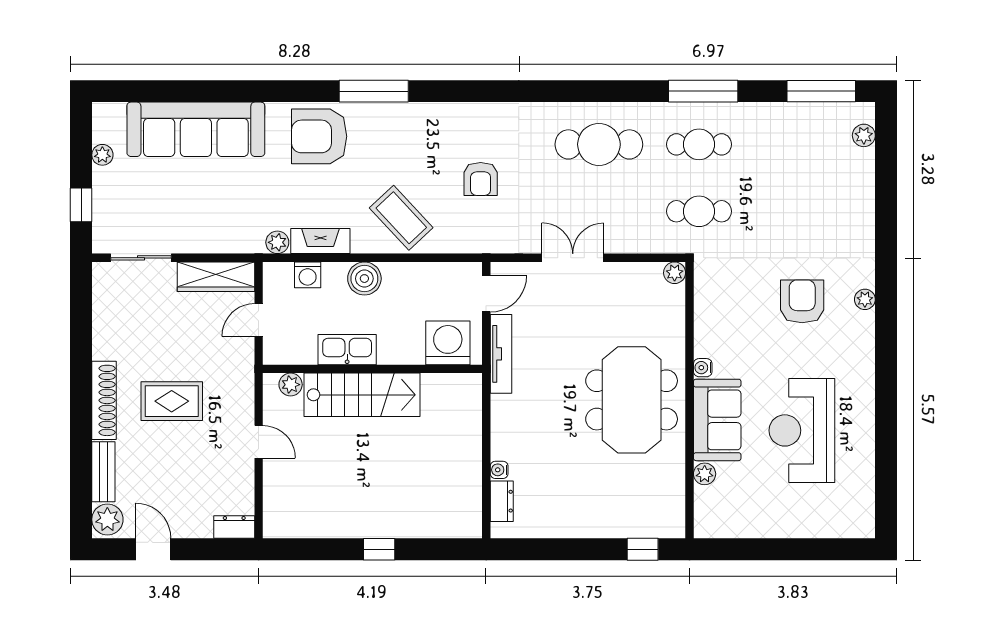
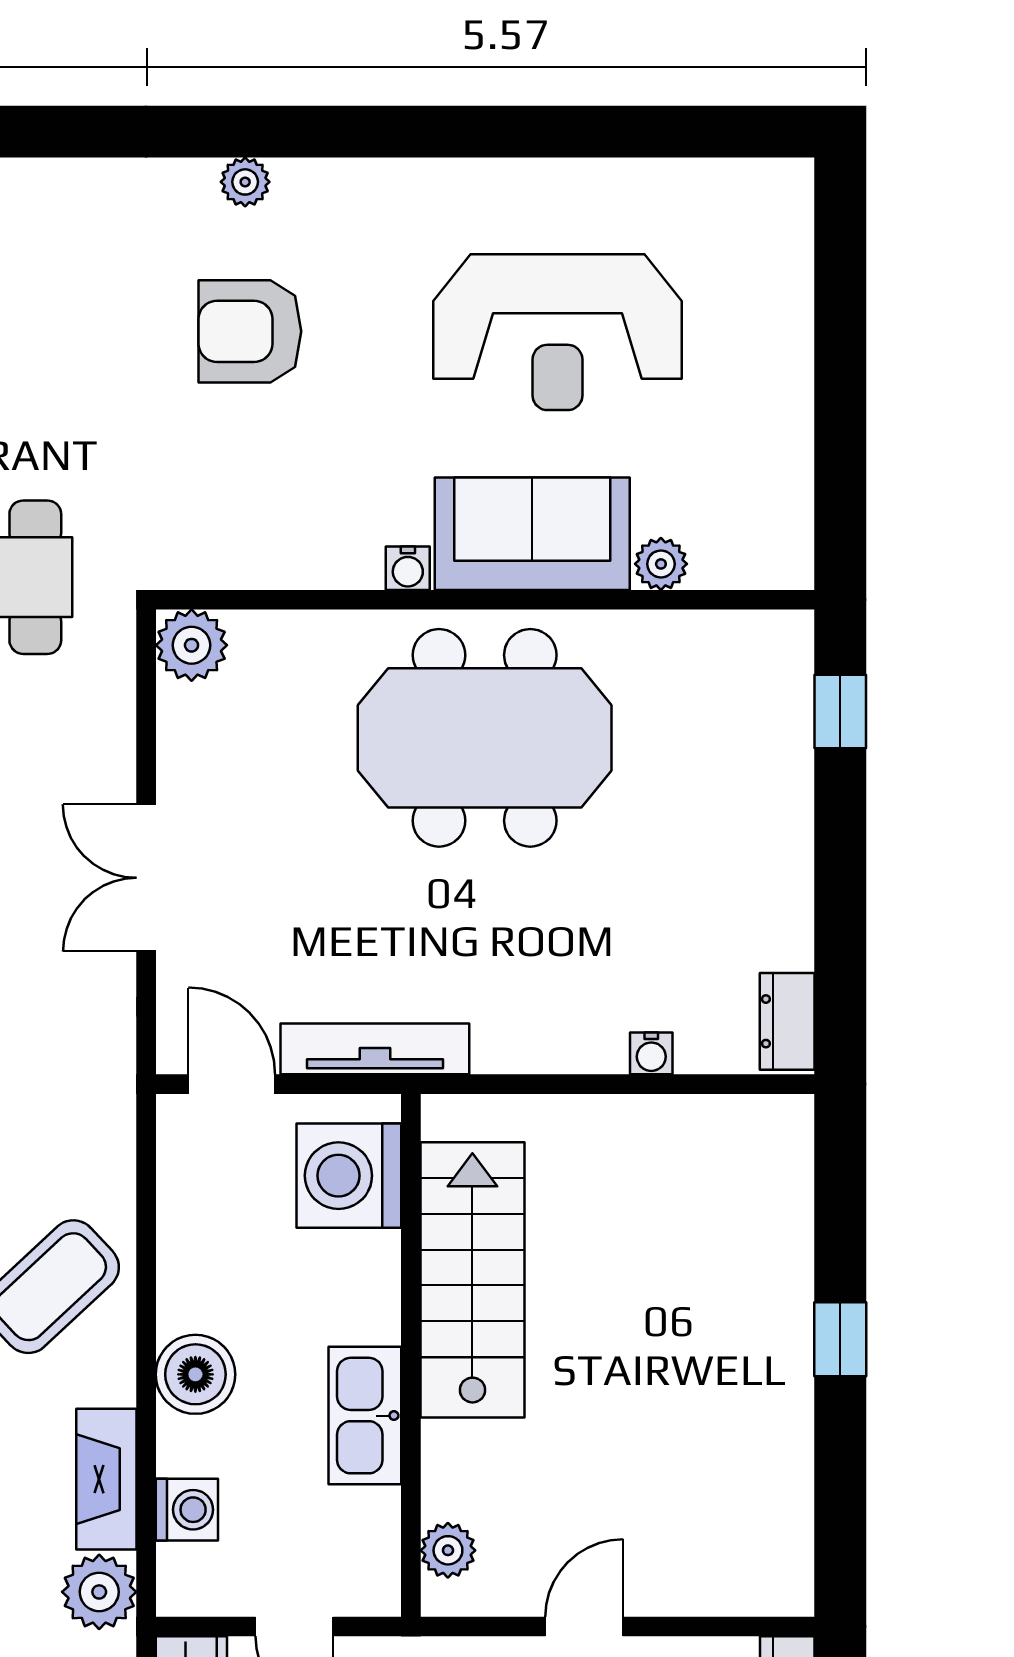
plant: (277, 242) -> (99, 1592), width x1.38, depth x1.38
plant: (675, 273) -> (192, 645), width x1.38, depth x1.38
stairs: (362, 395) -> (472, 1280), moved
dresser: (502, 501) -> (787, 1021), moved, turned -90

